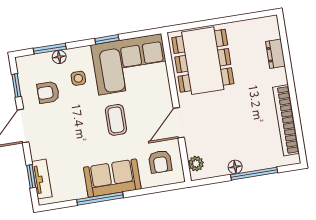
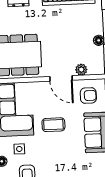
plant: (196, 164) -> (81, 70), moved

